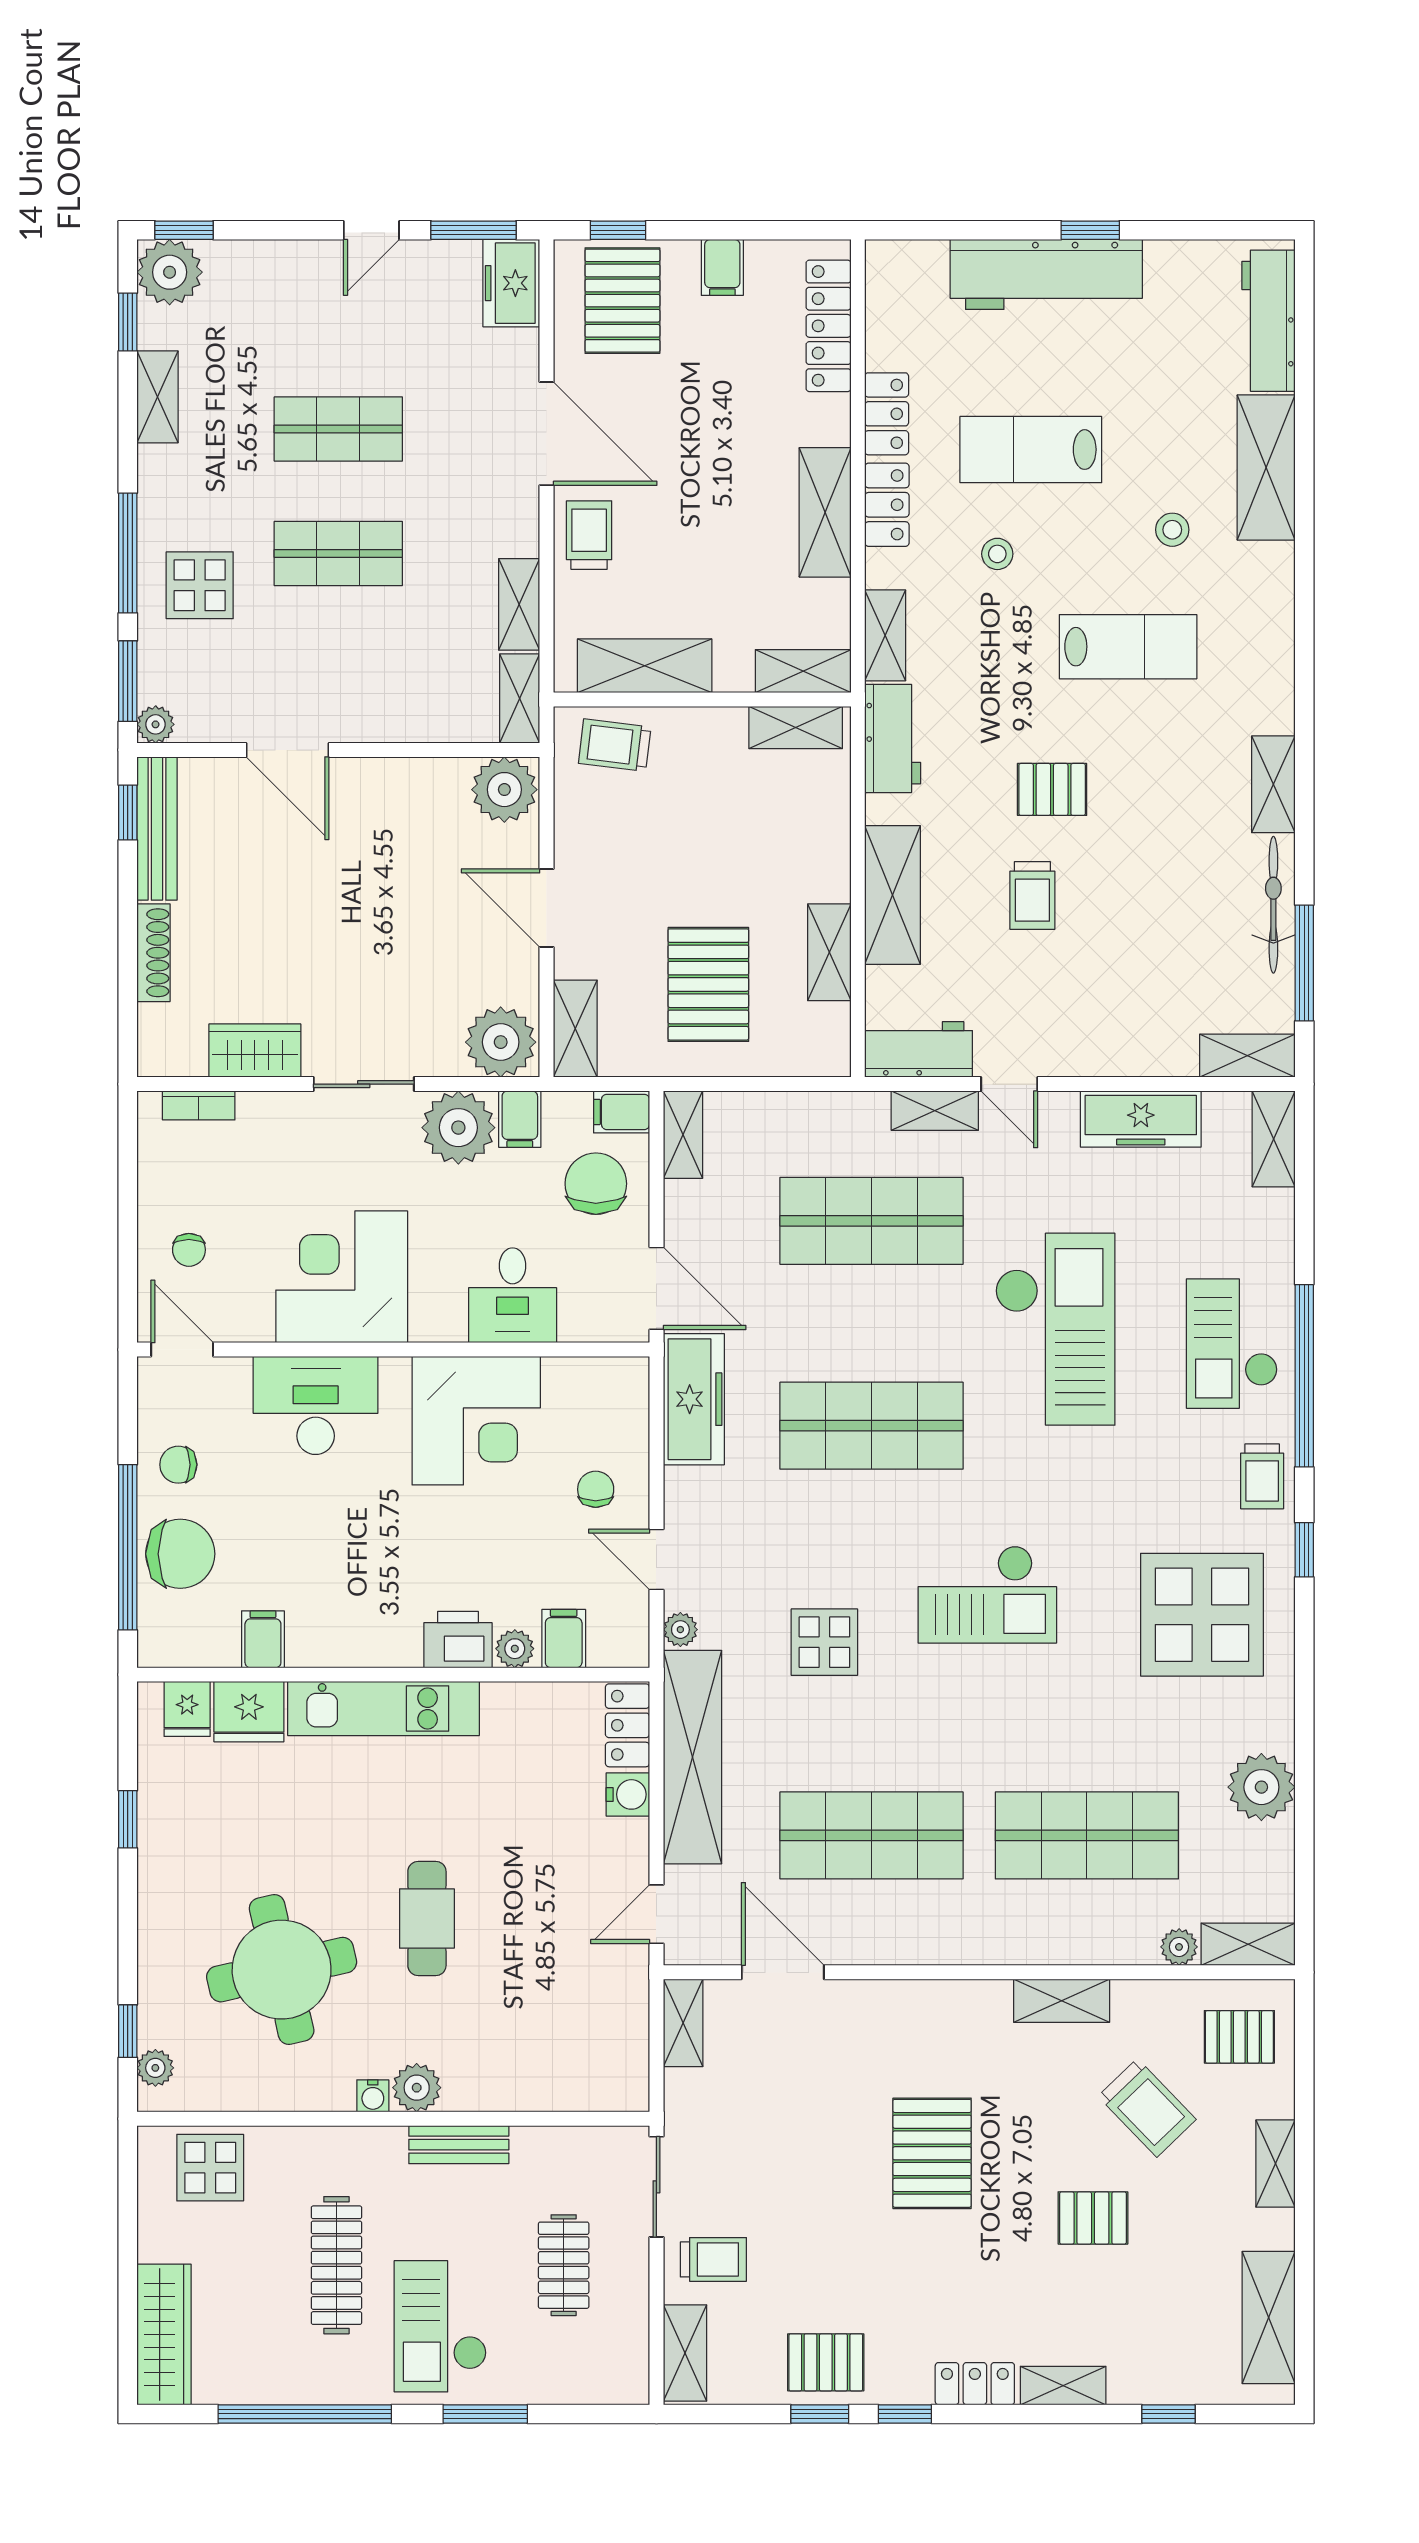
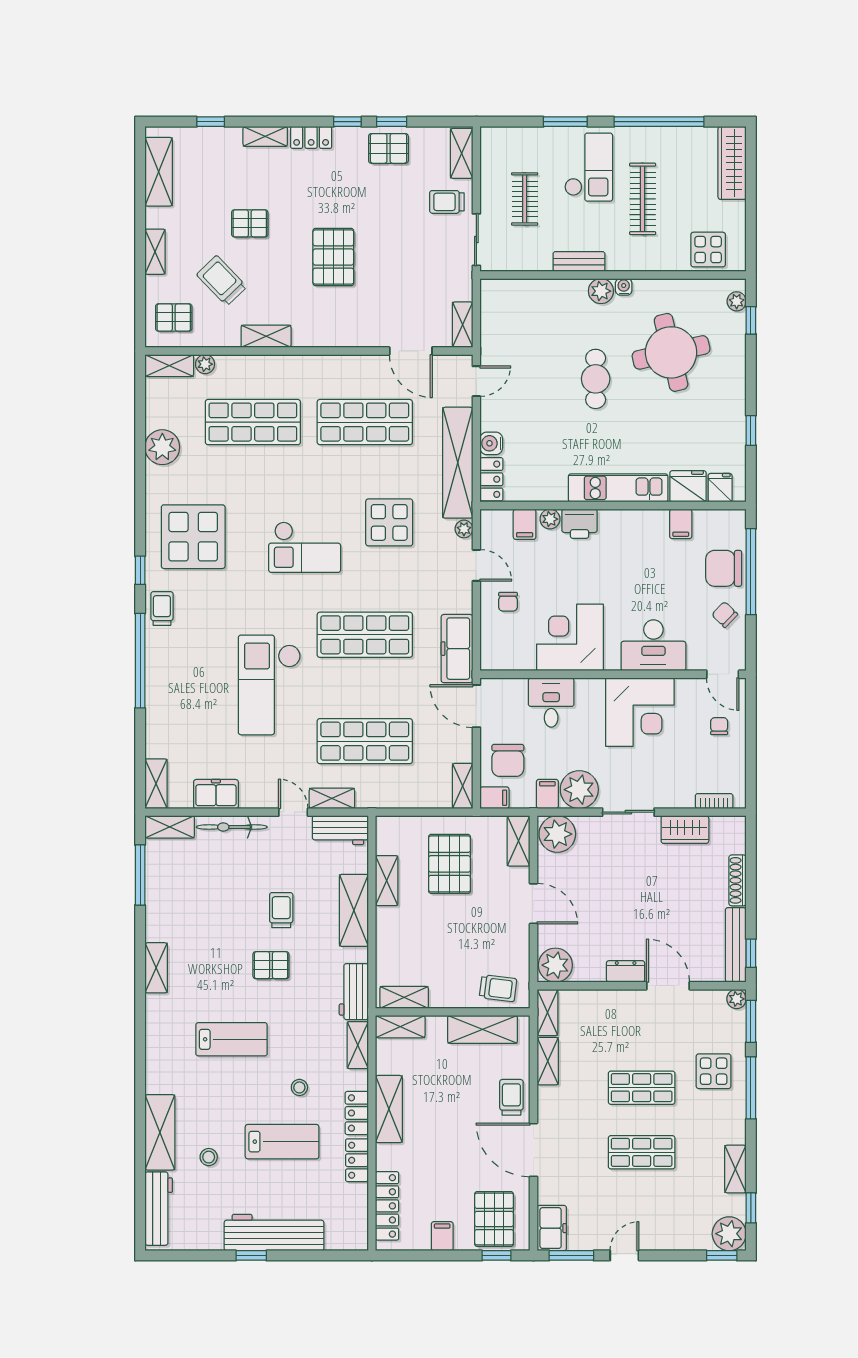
stool: (1172, 530) -> (209, 1157), moved
trolley: (589, 535) -> (511, 1097), turned 180
lab bench: (1128, 647) -> (232, 1039), turned 180
dresser: (369, 777) -> (626, 971), added
bicycle: (1273, 905) -> (232, 827), moved, turned 90
freezer: (1141, 1119) -> (216, 794), width x0.71
checkout: (1232, 1344) -> (178, 677), removed
chair: (178, 1465) -> (725, 615), turned -136
checkout: (987, 1594) -> (305, 547), turned 180
display table: (824, 1642) -> (389, 522), width x1.36, depth x1.36

